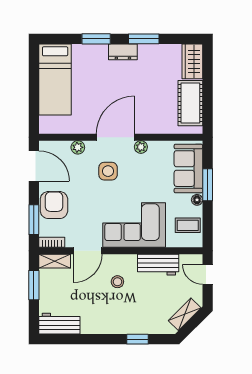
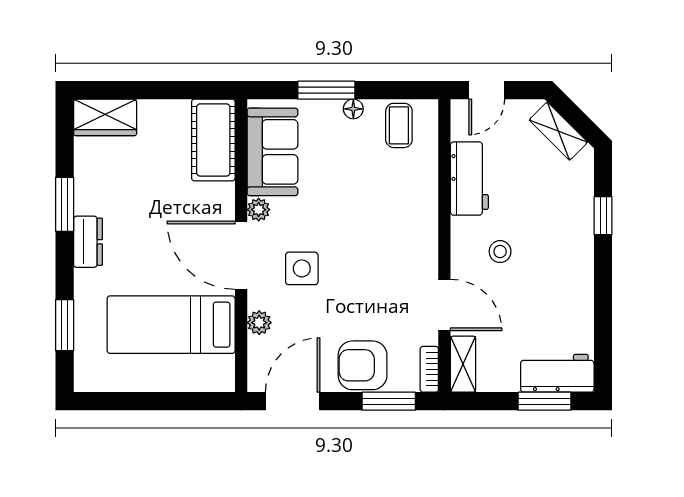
window: (96, 39) -> (65, 325), moved
bed: (55, 79) -> (171, 325), moved, turned 180
cot: (190, 103) -> (213, 140), moved, turned 90
sofa: (188, 169) -> (272, 152), moved, turned -90
corner sofa: (134, 225) -> (398, 222), removed
window: (34, 285) -> (544, 401), moved
workbench: (59, 324) -> (557, 373), moved, turned 90

